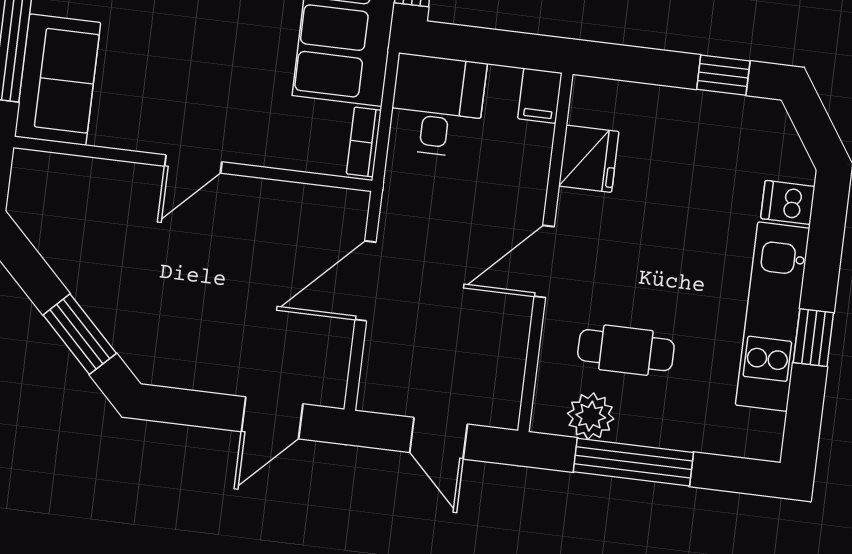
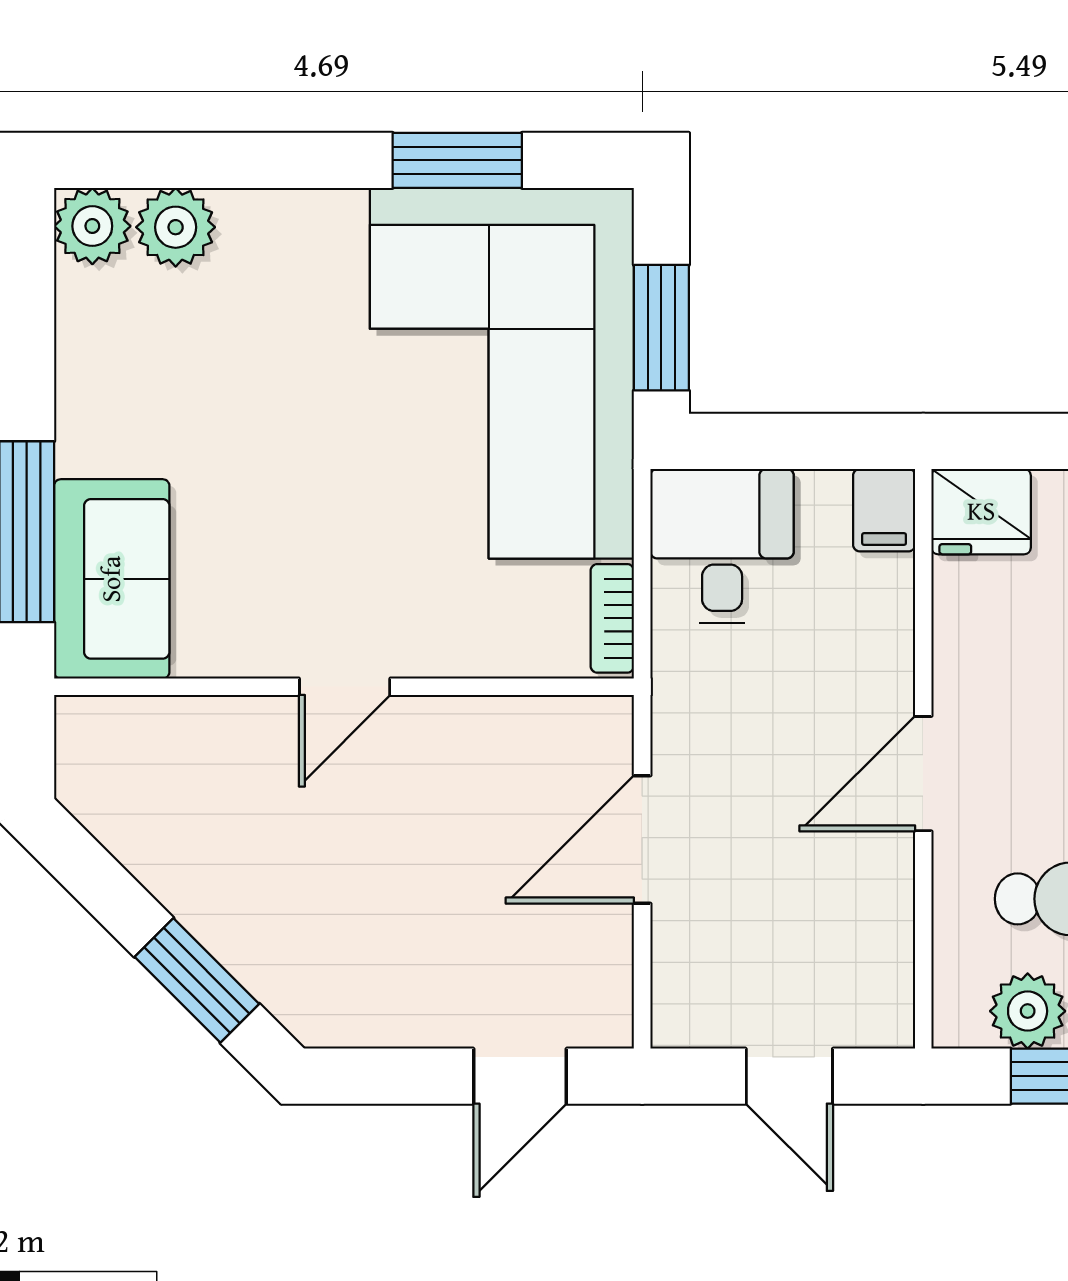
fridge: (589, 159) -> (981, 512), moved, turned 90

